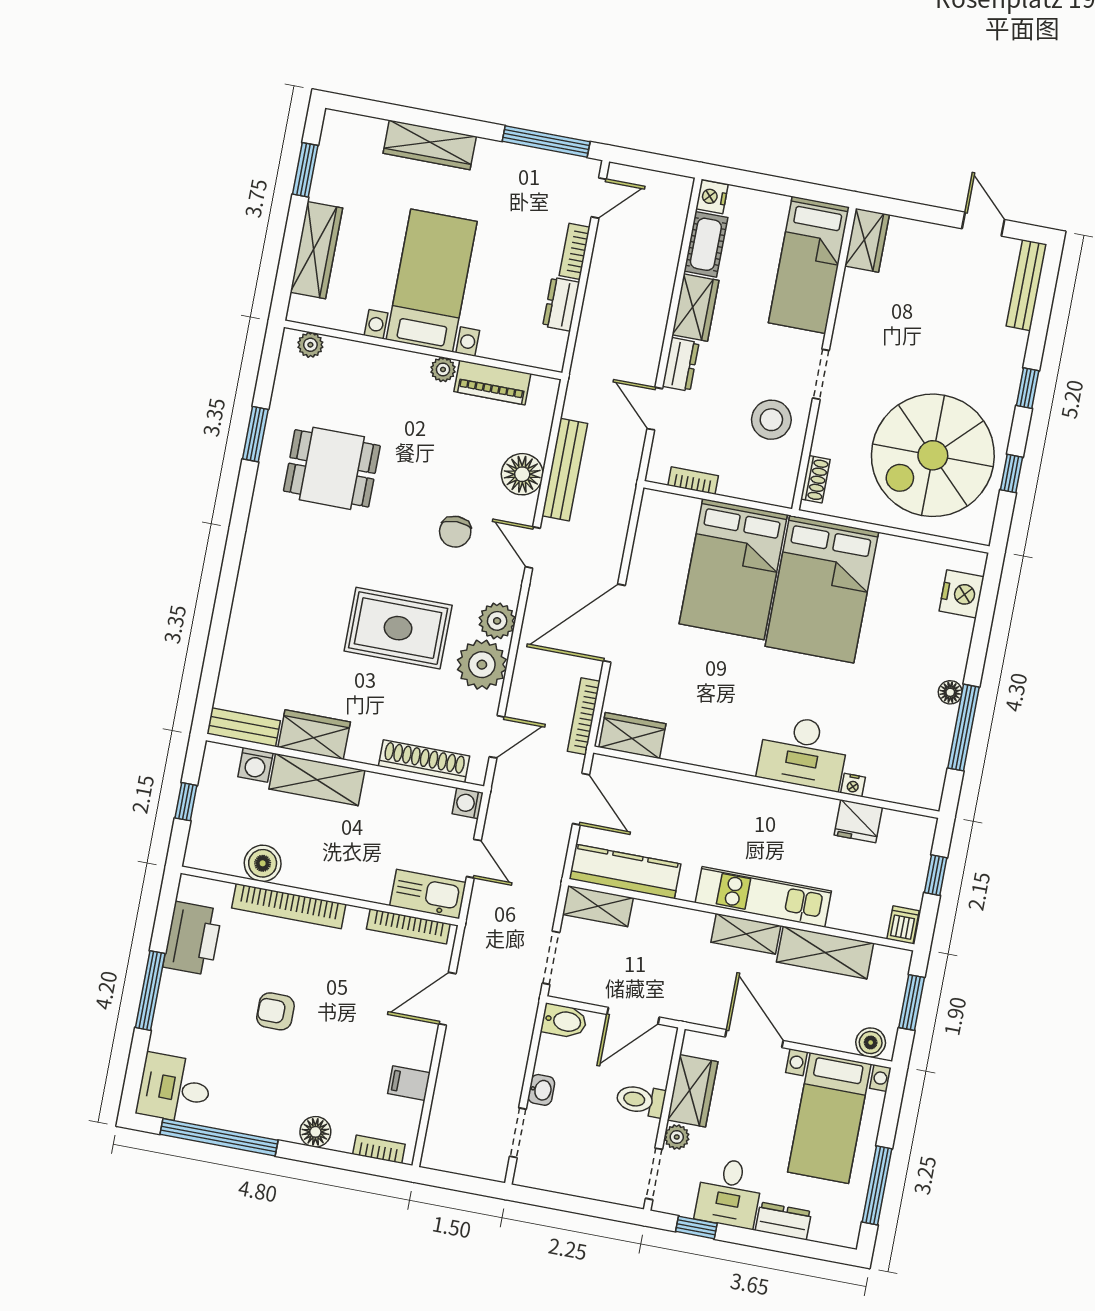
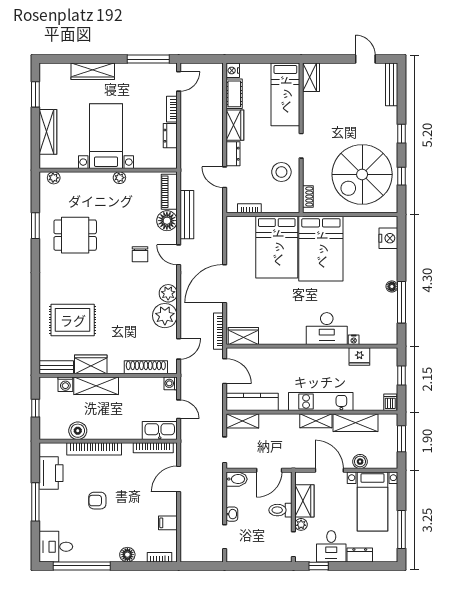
piano: (492, 383) -> (169, 192), moved, turned 90
rug: (398, 628) -> (73, 320), moved
boiler: (871, 1043) -> (360, 462), moved

